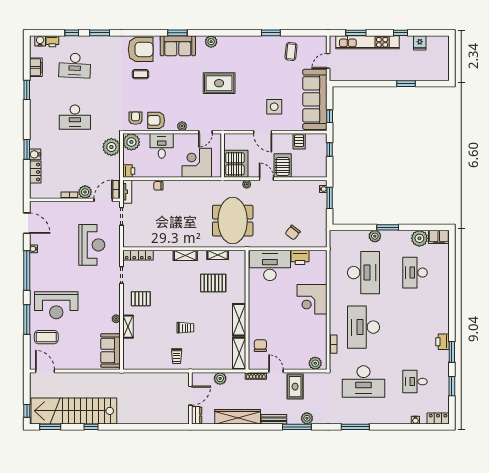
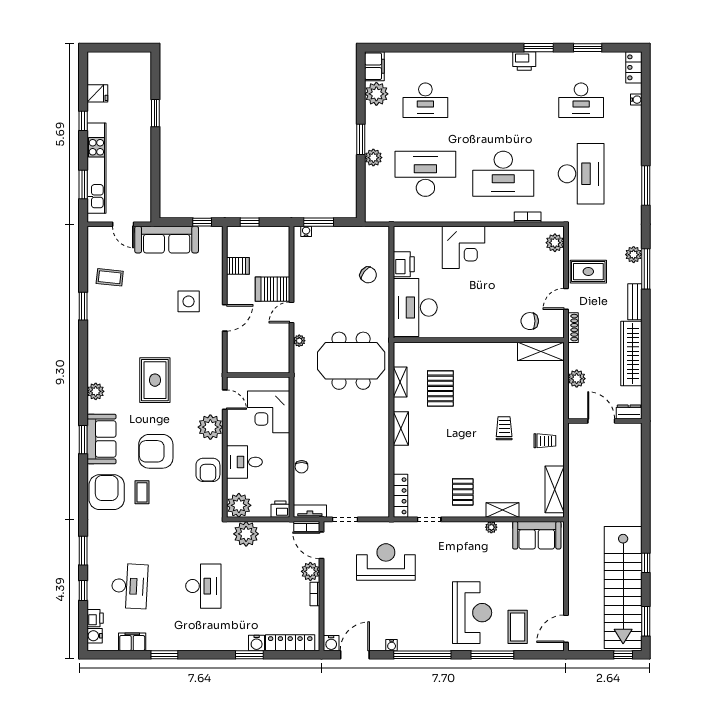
sofa: (315, 99) -> (167, 240), width x0.74, depth x0.79
armchair: (135, 118) -> (156, 451), moved, width x1.88, depth x1.88
plant: (182, 126) -> (210, 427), width x1.88, depth x1.88
server rack: (236, 164) -> (270, 356), removed
locker: (35, 172) -> (290, 643), width x1.53
water cooler: (35, 207) -> (331, 643), added
shelving: (239, 320) -> (555, 489), moved, turned 90
desk: (415, 382) -> (581, 100), width x1.37

